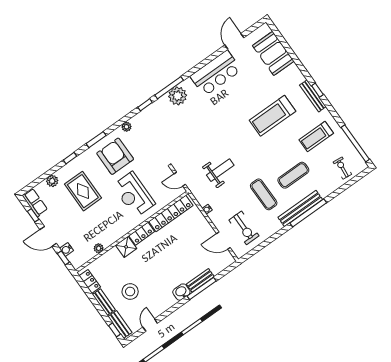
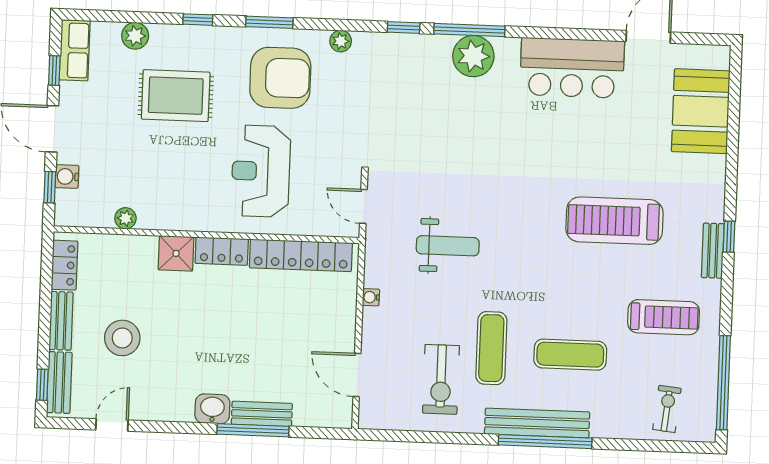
bench: (313, 96) -> (713, 251), width x0.73
treadmill: (316, 136) -> (664, 317), turned 180
armchair: (115, 156) -> (280, 78), turned 90
rug: (83, 191) -> (176, 96), turned 90
exercise bike: (244, 228) -> (441, 379), moved

